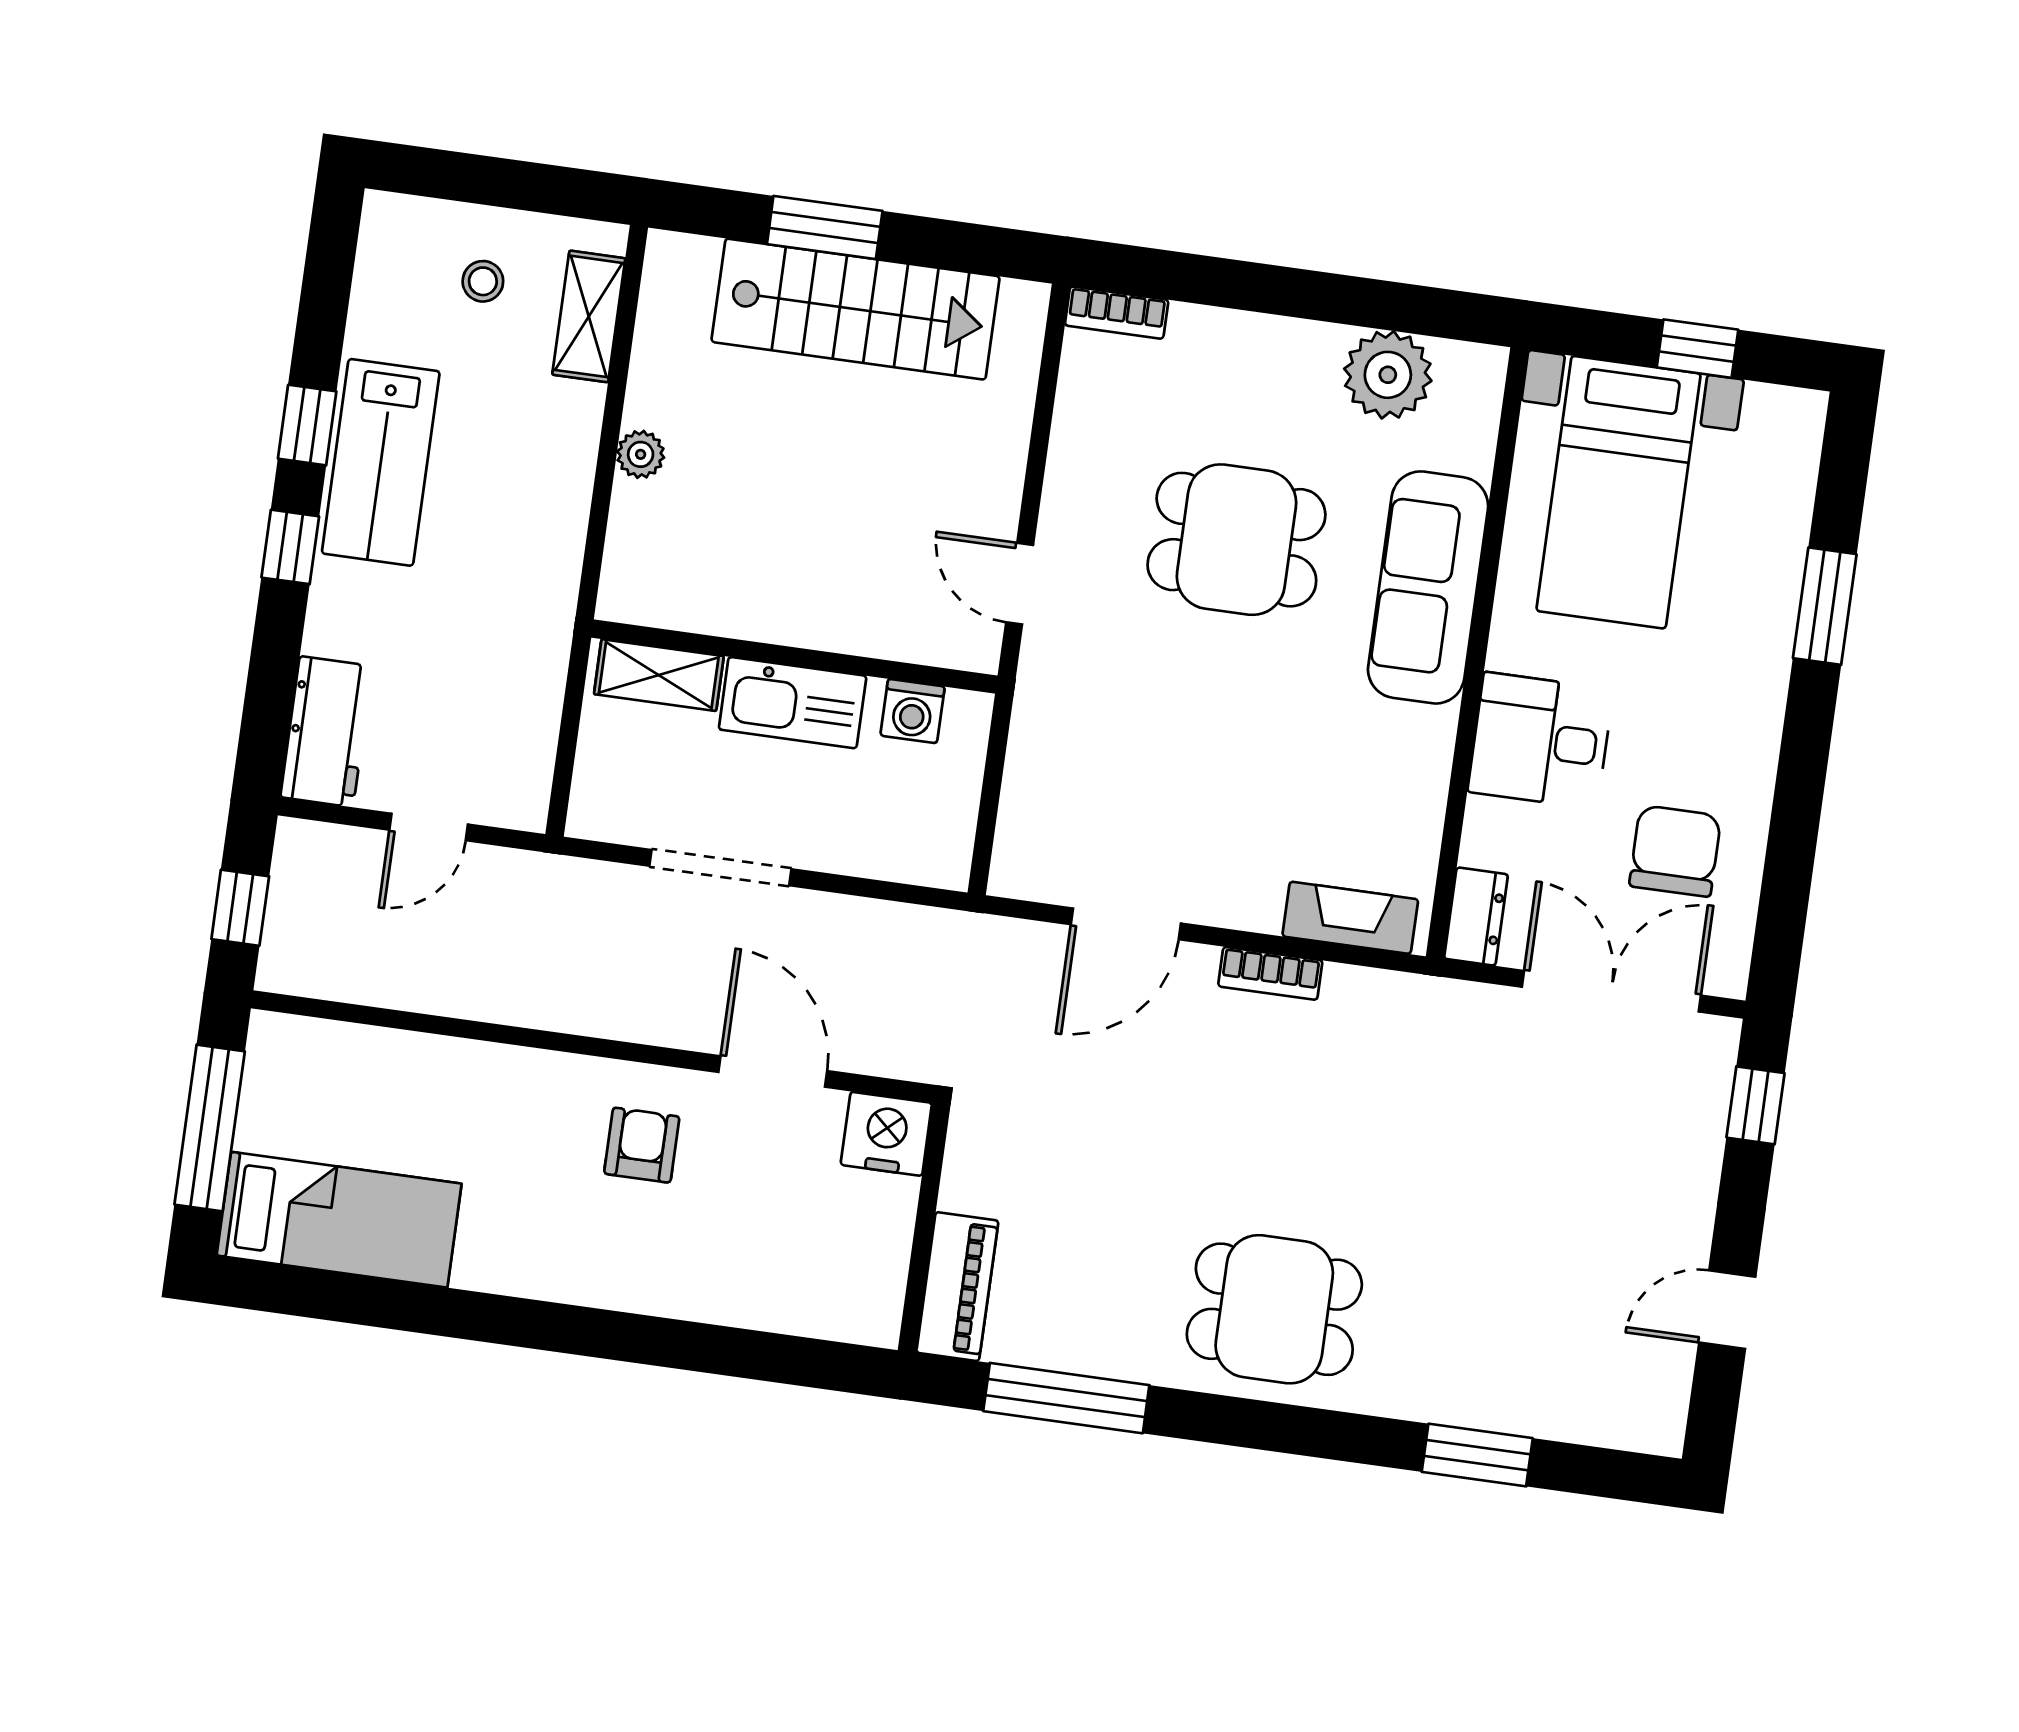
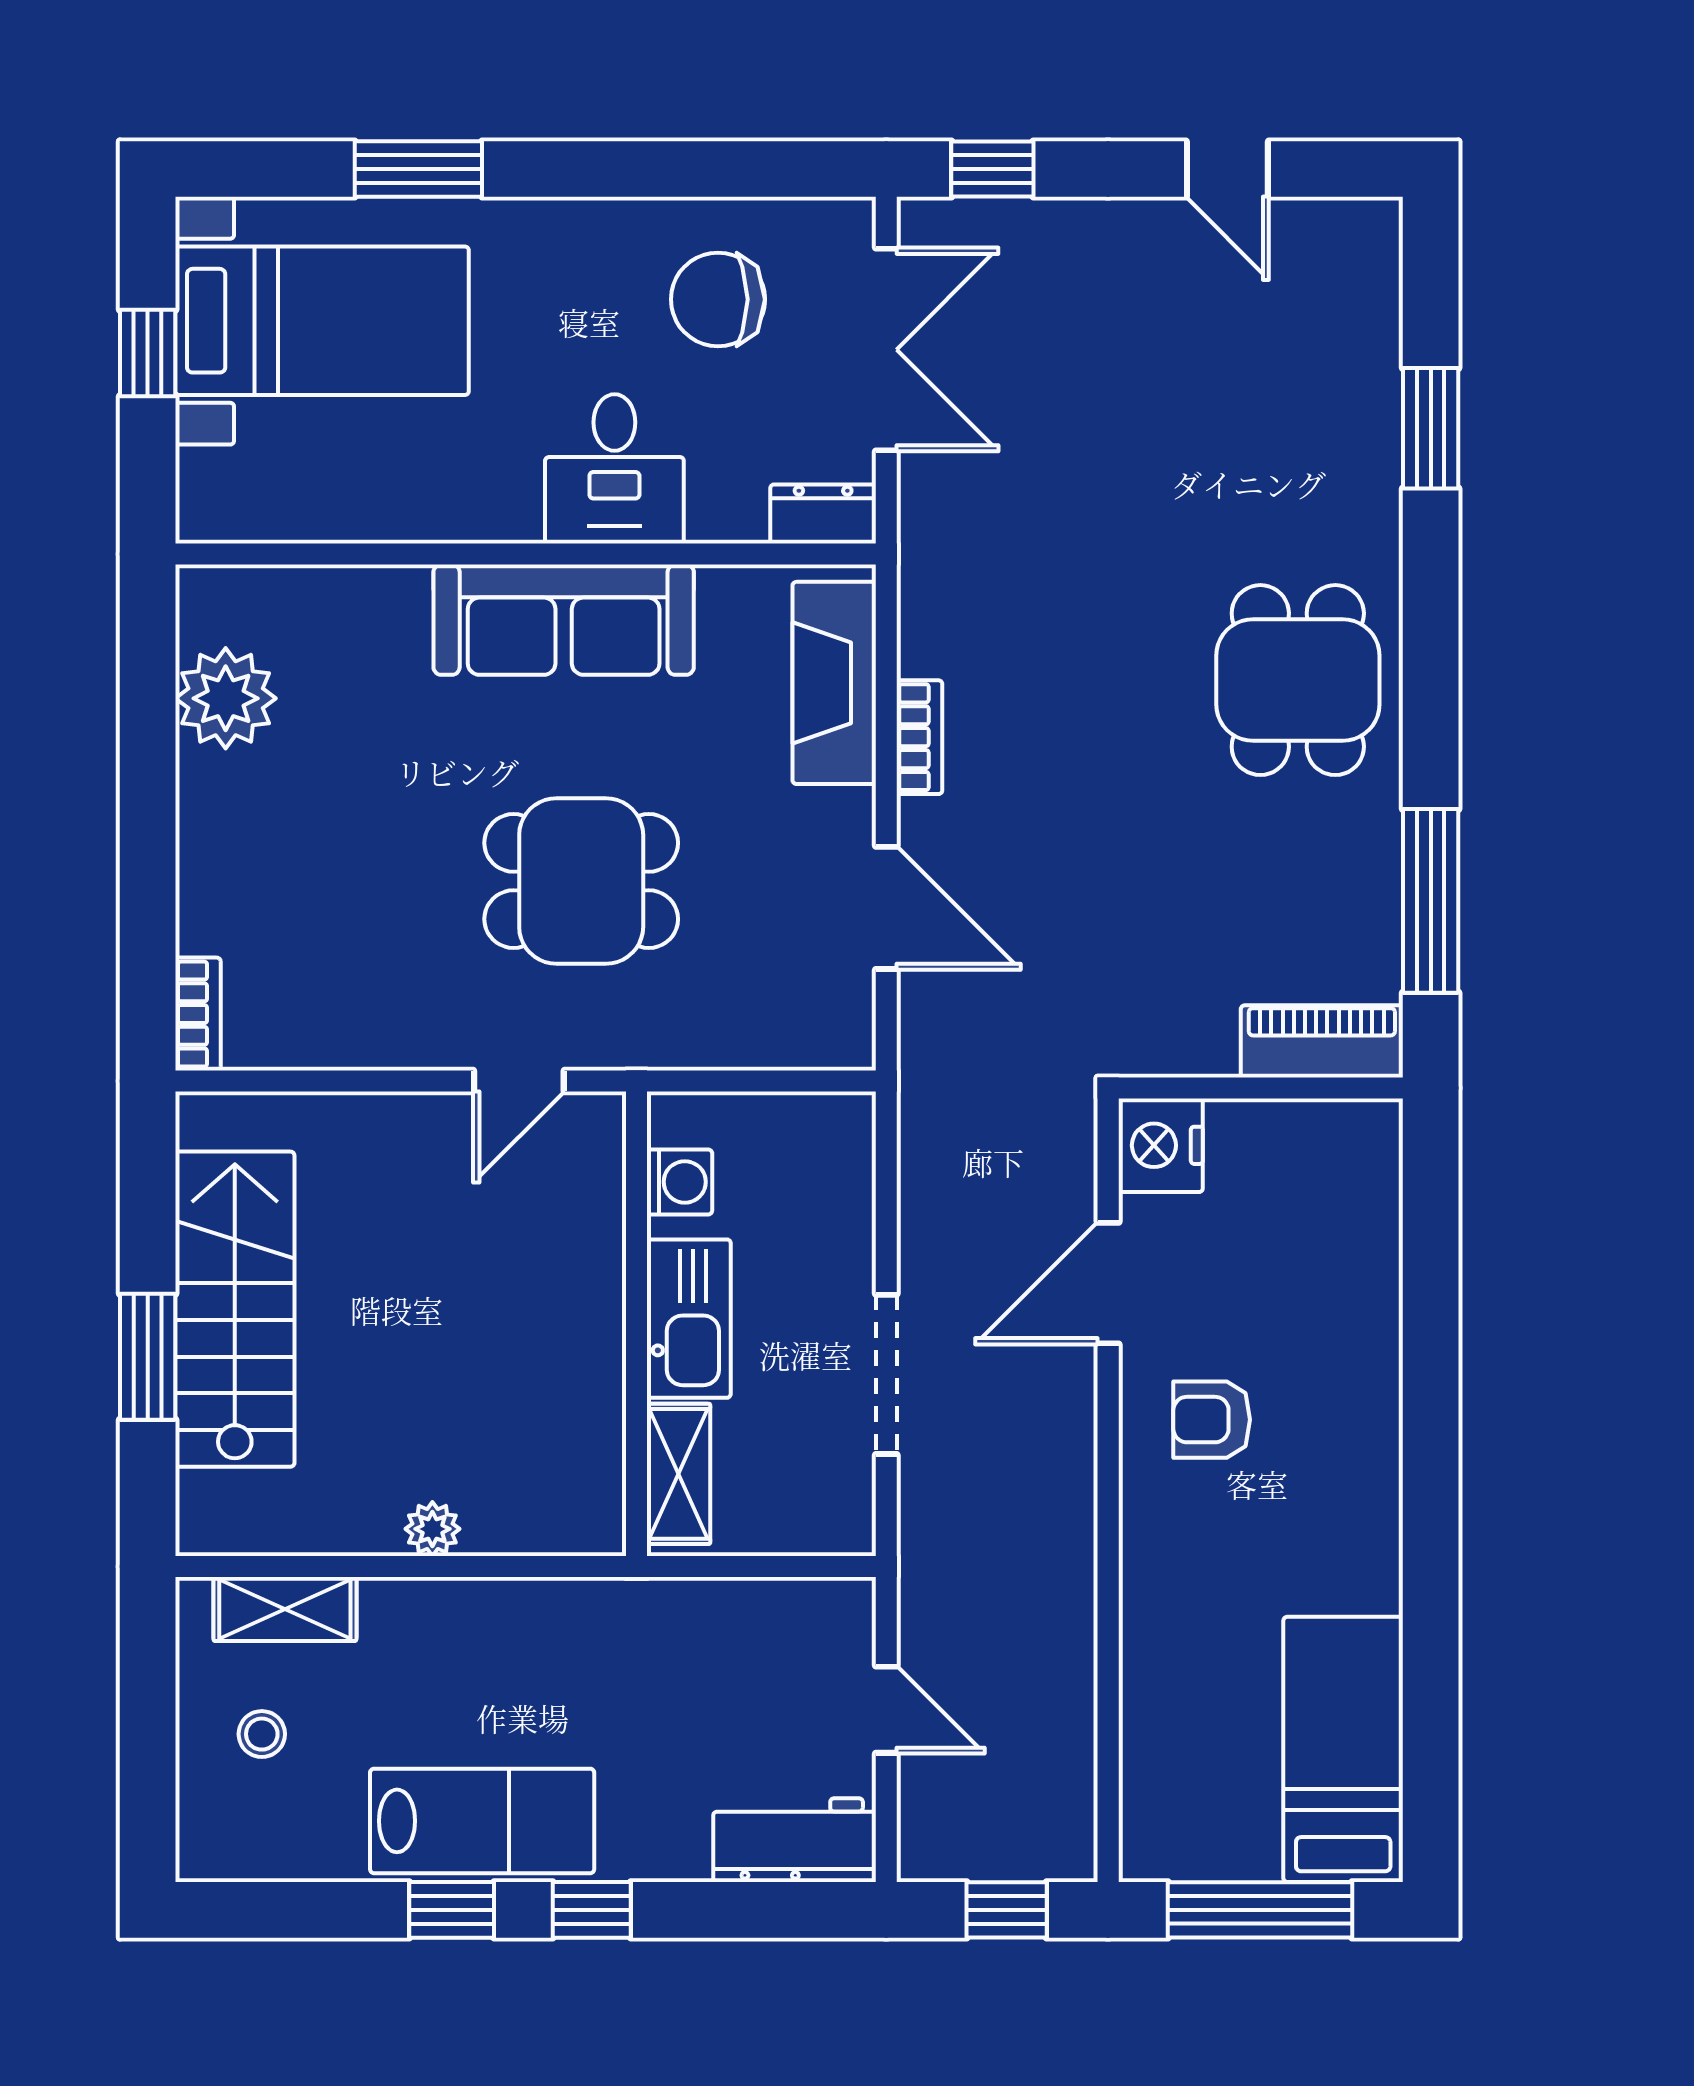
bed with nightstands: (1619, 492) -> (322, 321), moved
dining table: (1236, 540) -> (581, 881), moved, turned 90
sofa: (1428, 587) -> (564, 620), moved
fireplace: (1350, 918) -> (834, 683), width x1.37, depth x1.32
double door: (1611, 991) -> (886, 350), swing flipped

